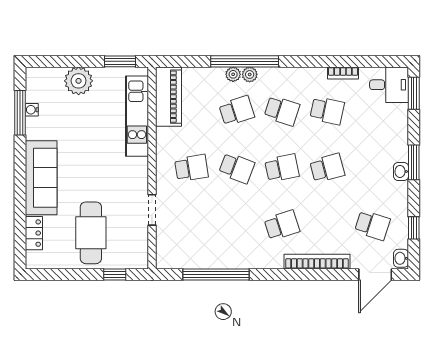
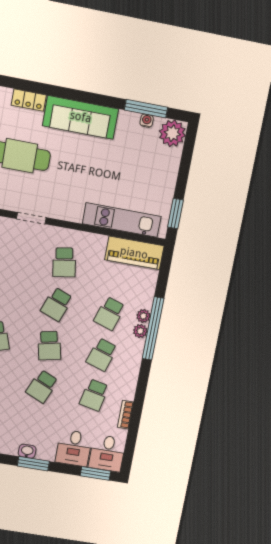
plant: (79, 81) -> (172, 133), moved
school desk: (237, 111) -> (109, 313), turned 36
desk: (389, 122) -> (74, 448), added
school desk: (327, 168) -> (42, 386), turned 39

